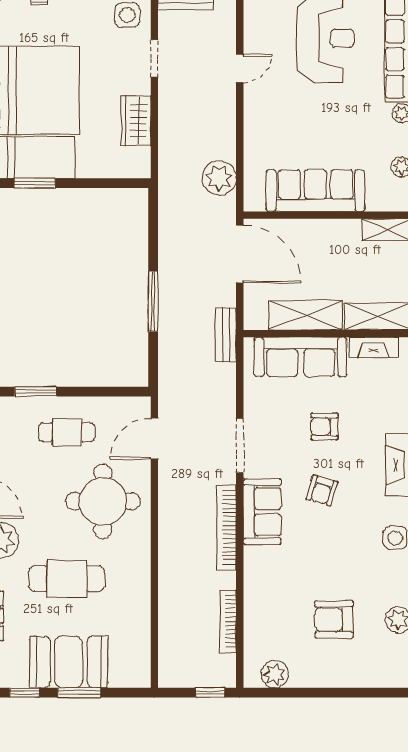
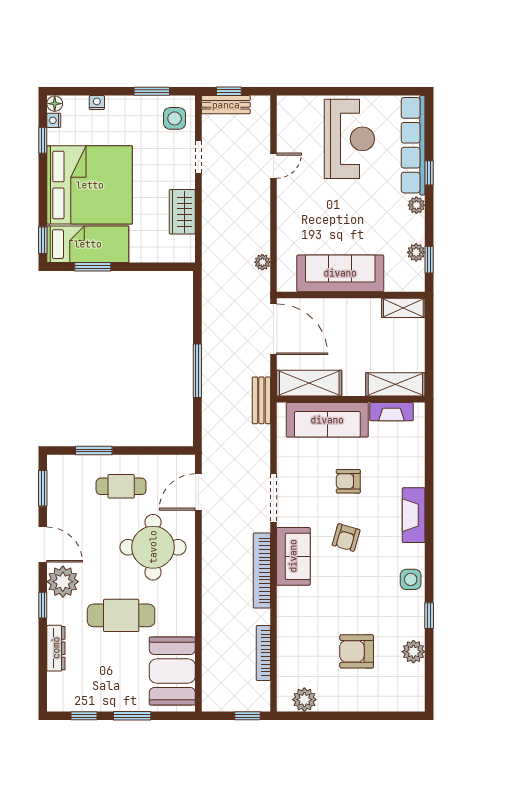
plant: (219, 178) -> (262, 262), width x0.53, depth x0.53
shelving: (306, 315) -> (309, 383), moved
booth: (69, 662) -> (172, 671), moved, turned 90

